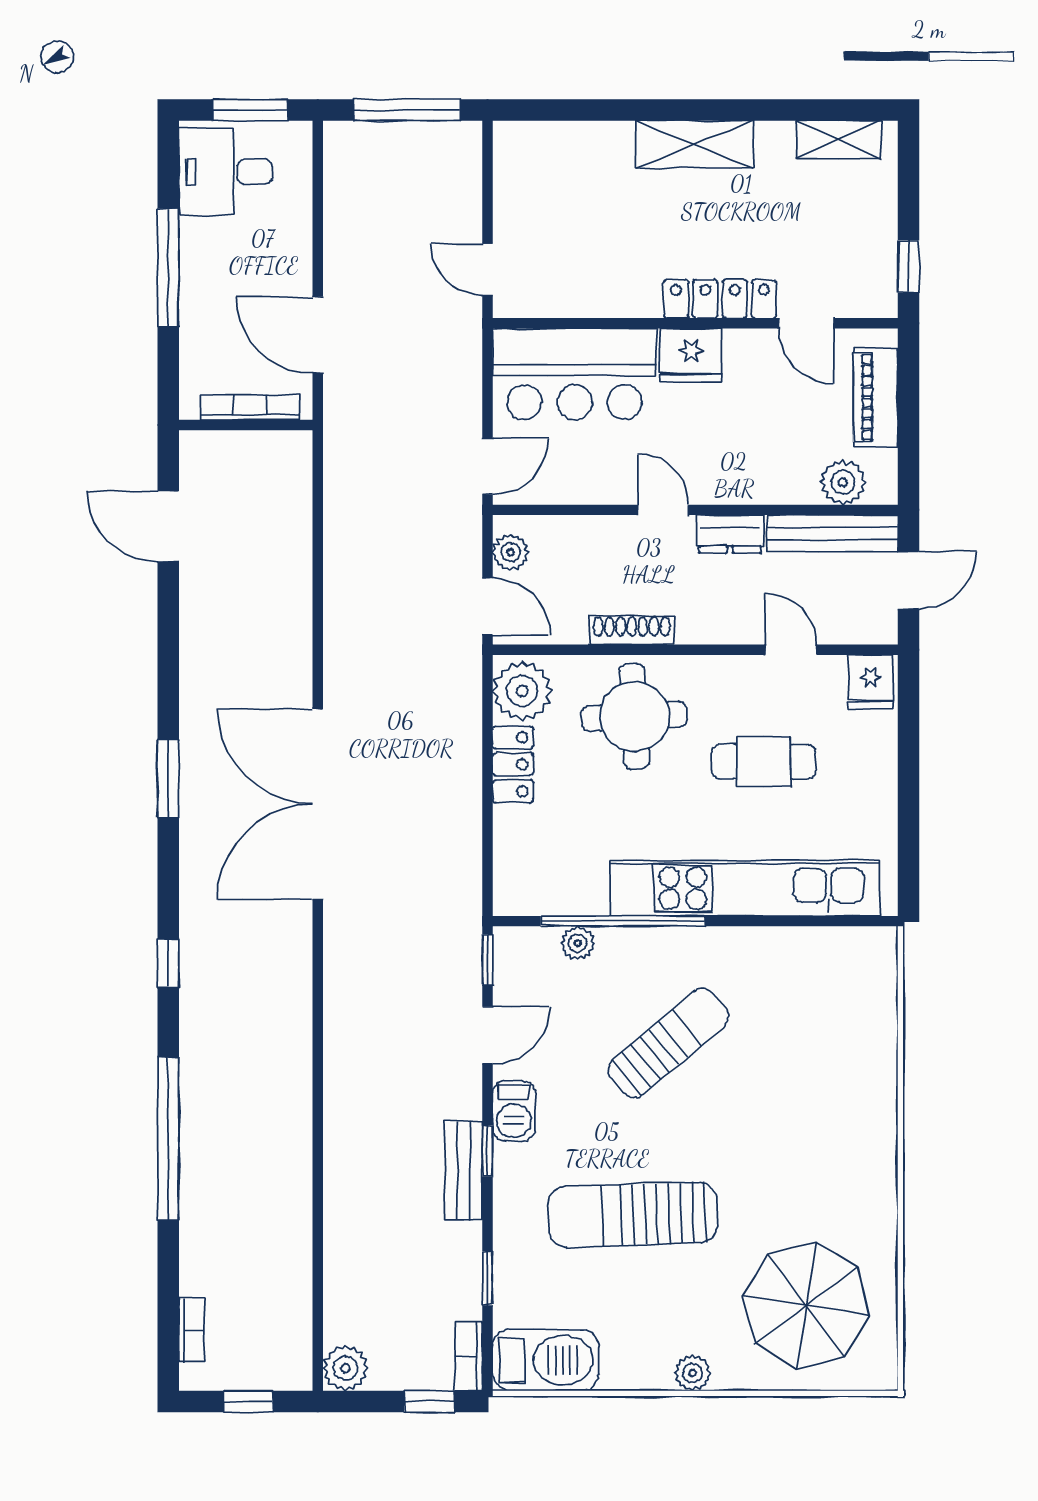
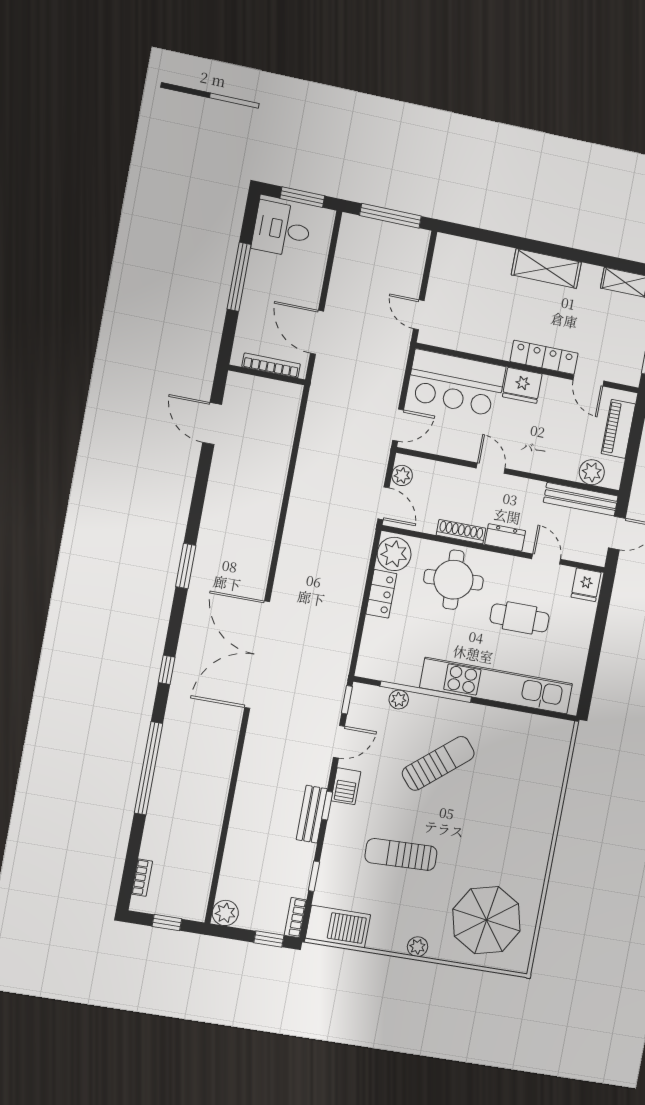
dresser: (730, 534) -> (505, 537), moved, turned 180
double door: (318, 804) -> (257, 655), moved
sun lounger: (633, 1215) -> (401, 854), width x0.73, depth x0.75

